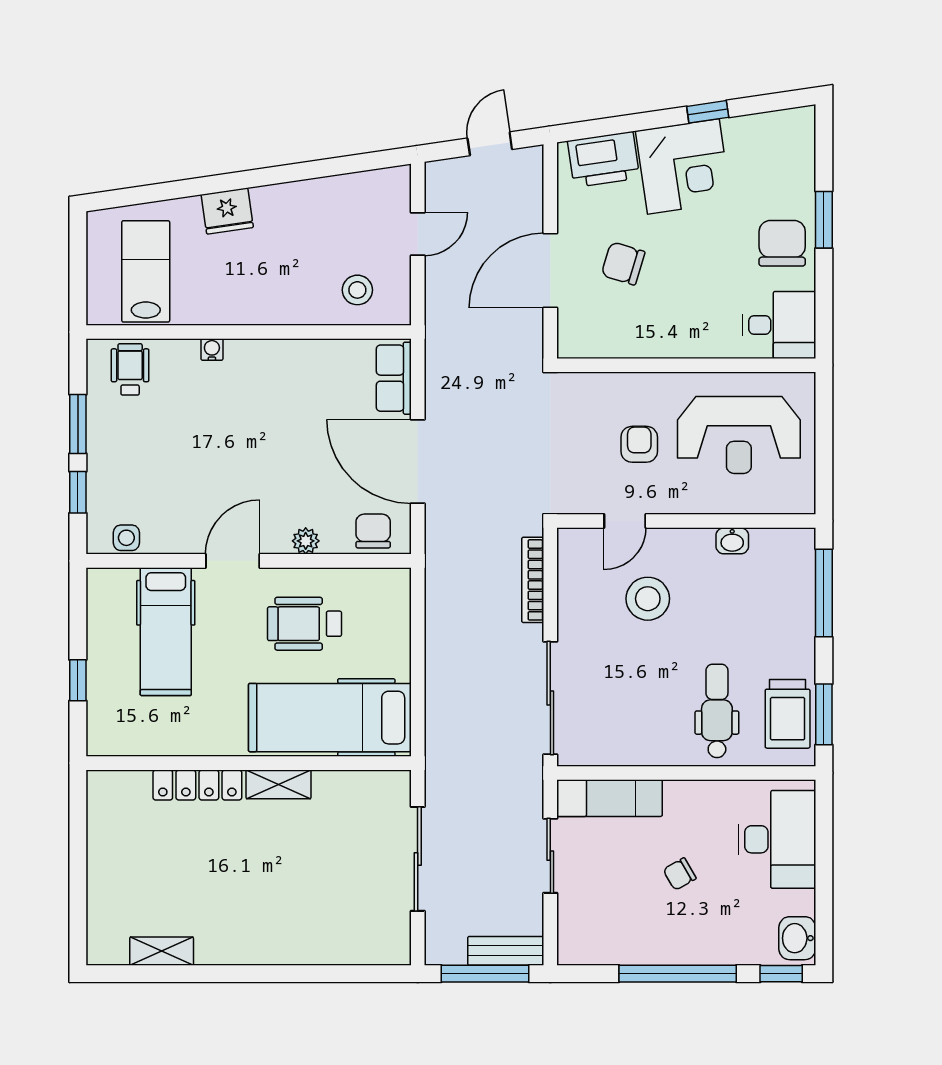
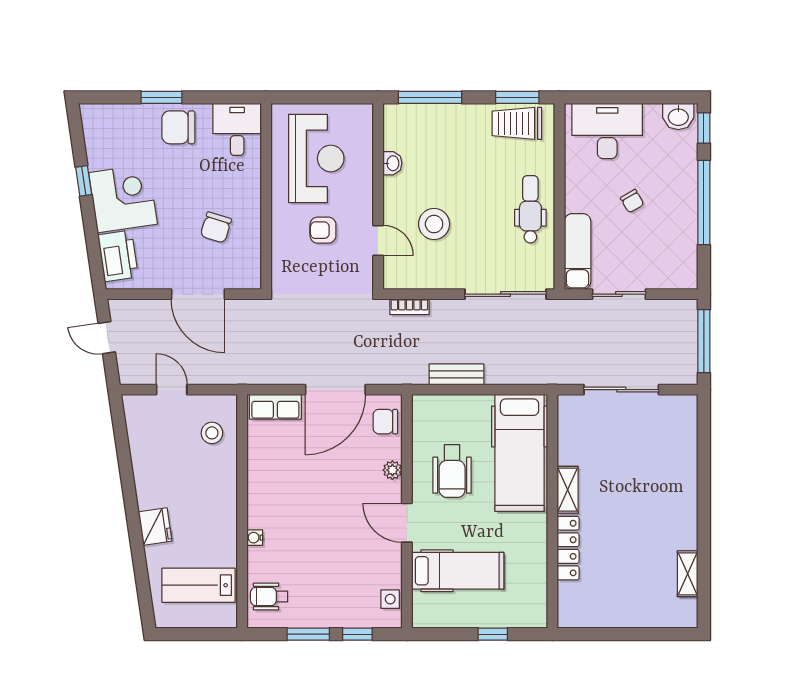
chair: (623, 263) -> (216, 227), moved
bookcase: (533, 580) -> (409, 307), width x0.64
dental chair: (717, 711) -> (530, 209), moved, turned 90
trolley: (788, 714) -> (517, 123), turned 180
bench: (506, 951) -> (457, 374), moved, turned 90

